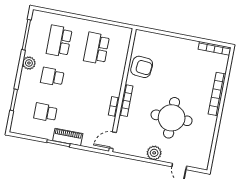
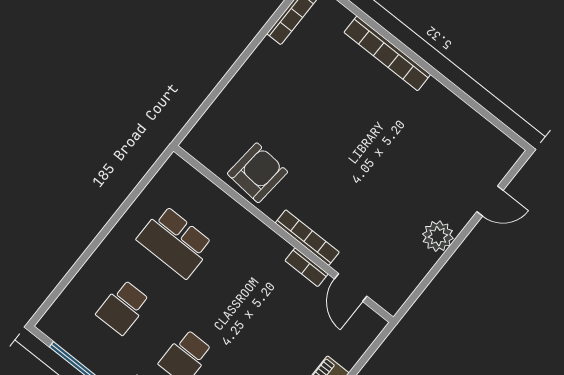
school desk: (59, 41) -> (123, 307), width x0.54
round table: (172, 118) -> (387, 166), removed
door: (113, 140) -> (351, 287), moved

